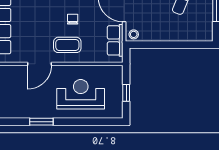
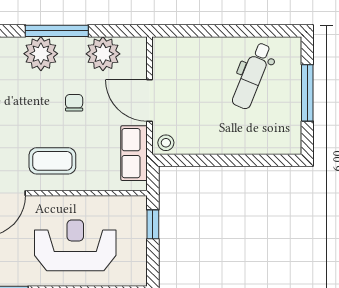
chair: (73, 19) -> (74, 103), moved
window: (126, 93) -> (153, 224), moved

